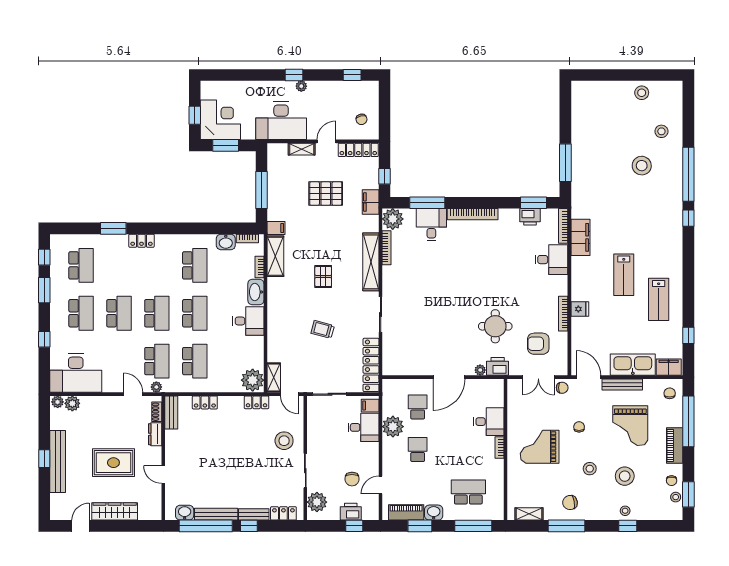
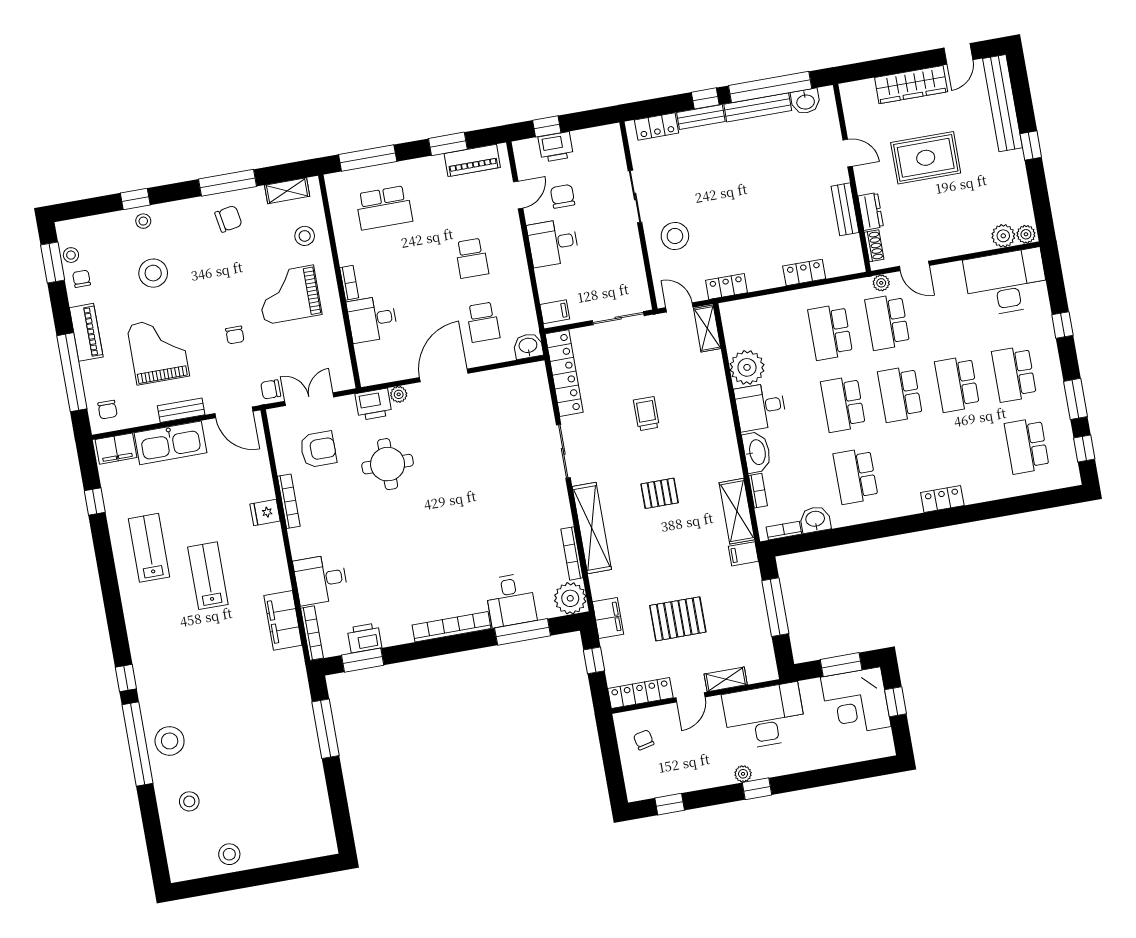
stool: (642, 166) -> (170, 741), moved
window: (113, 228) -> (988, 510), removed
pallet: (323, 277) -> (660, 493), turned 90
trolley: (323, 329) -> (646, 414), turned -105
plant: (253, 380) -> (747, 367), moved
bench: (622, 384) -> (181, 410), width x0.73
bench: (171, 412) -> (845, 209), moved
desk: (363, 427) -> (553, 243), moved
plant: (393, 427) -> (515, 286), removed
grand piano: (540, 447) -> (289, 295), turned 180
bench: (58, 461) -> (1003, 103), moved
stool: (590, 469) -> (305, 236), moved
plant: (317, 502) -> (609, 153), removed
washbasin: (434, 513) -> (528, 346), moved, turned 180

